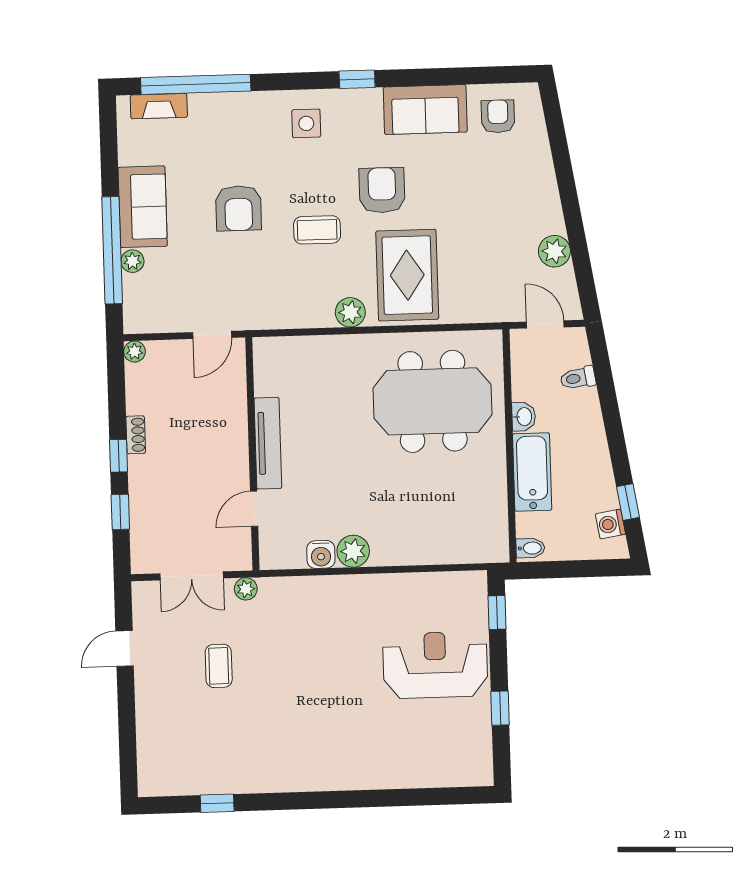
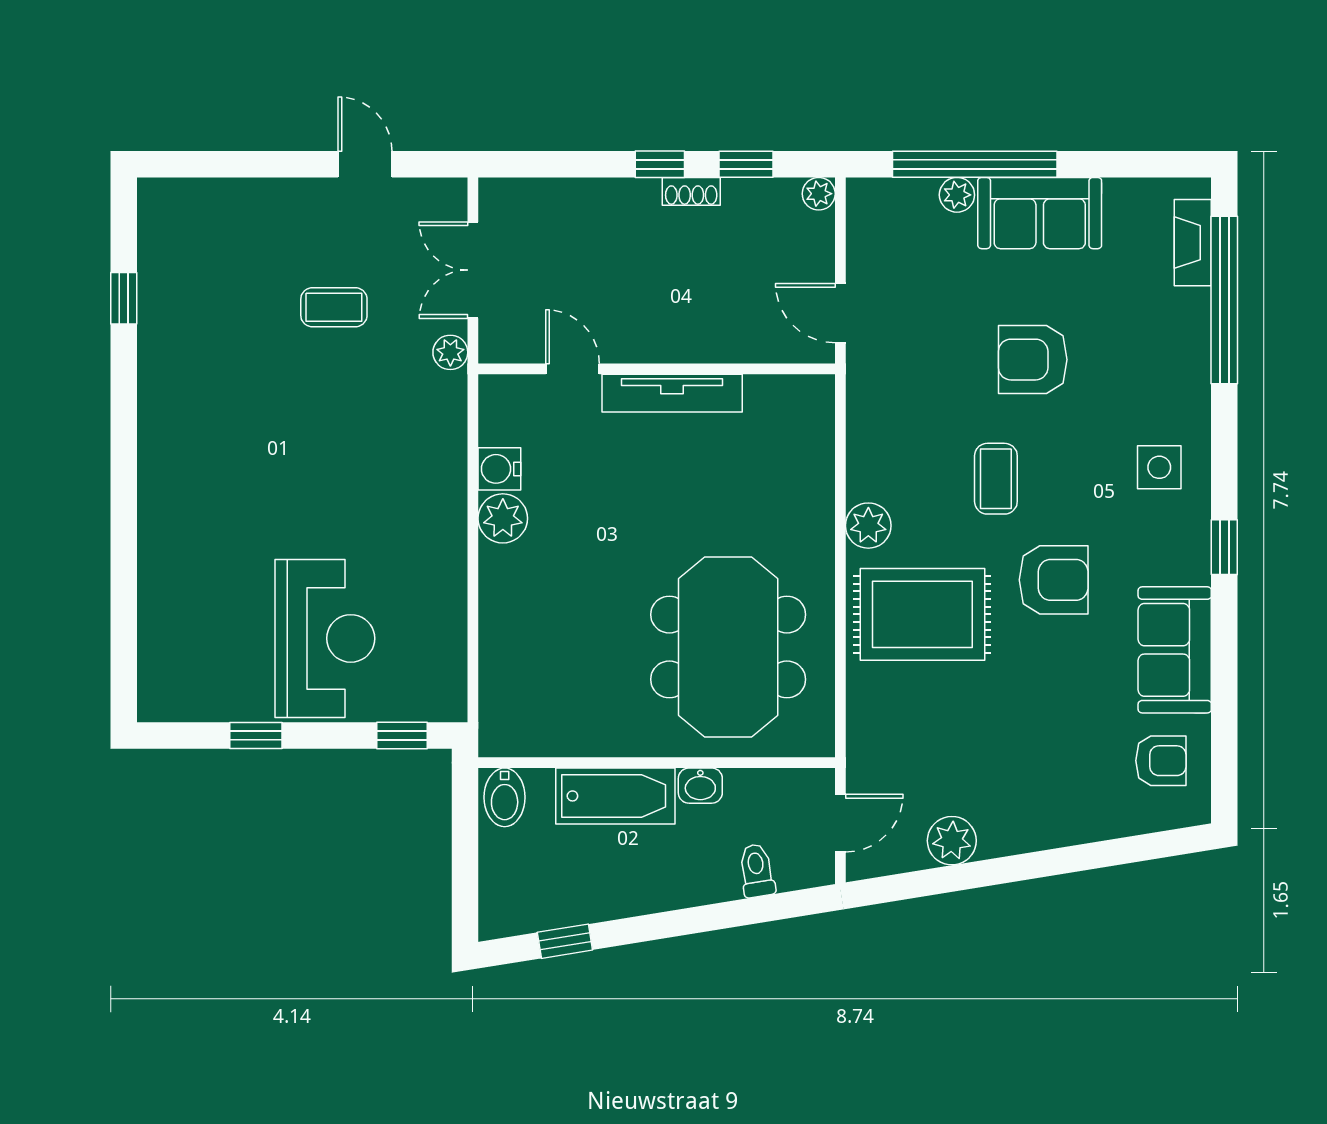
window: (120, 512) -> (746, 164), moved
washing machine: (610, 524) -> (532, 913), removed
bidet: (530, 548) -> (505, 797), width x1.38, depth x1.36

